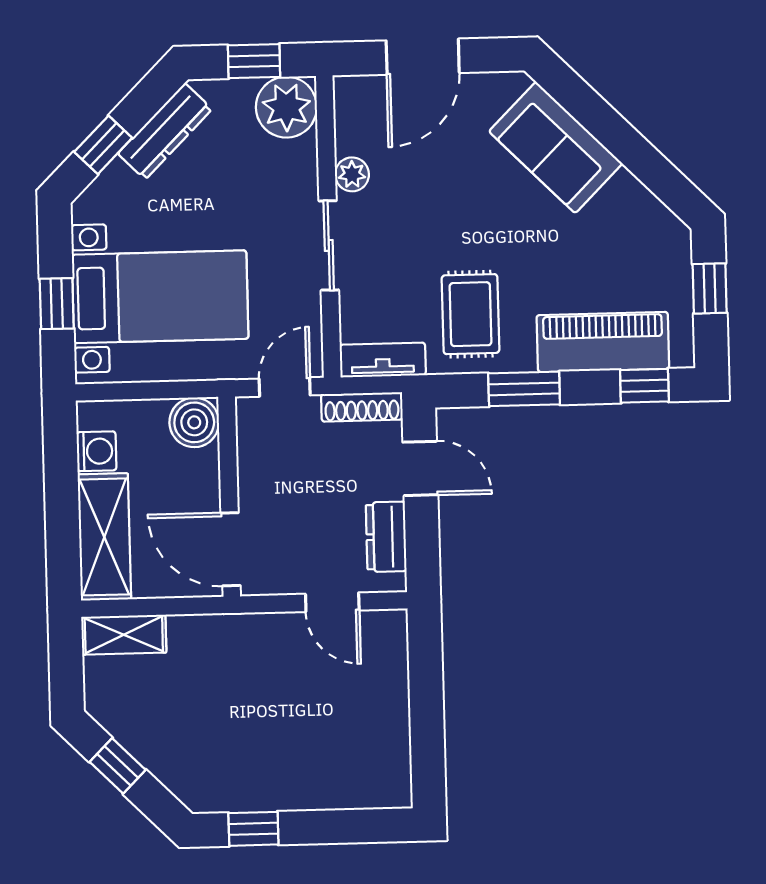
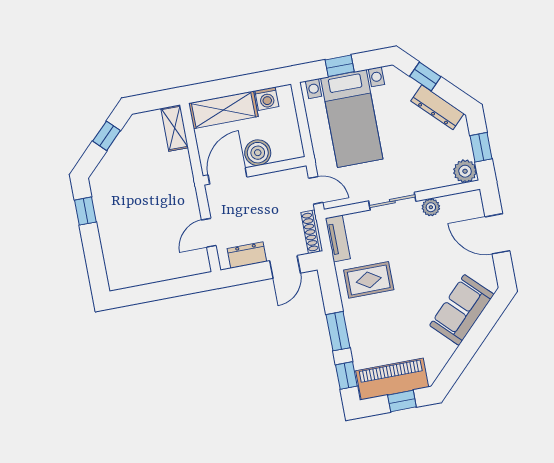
plant: (286, 107) -> (465, 171), width x0.73, depth x0.73
piano: (603, 342) -> (392, 379), moved, turned -90
window: (524, 389) -> (338, 331), moved
boiler: (194, 422) -> (258, 153), moved

